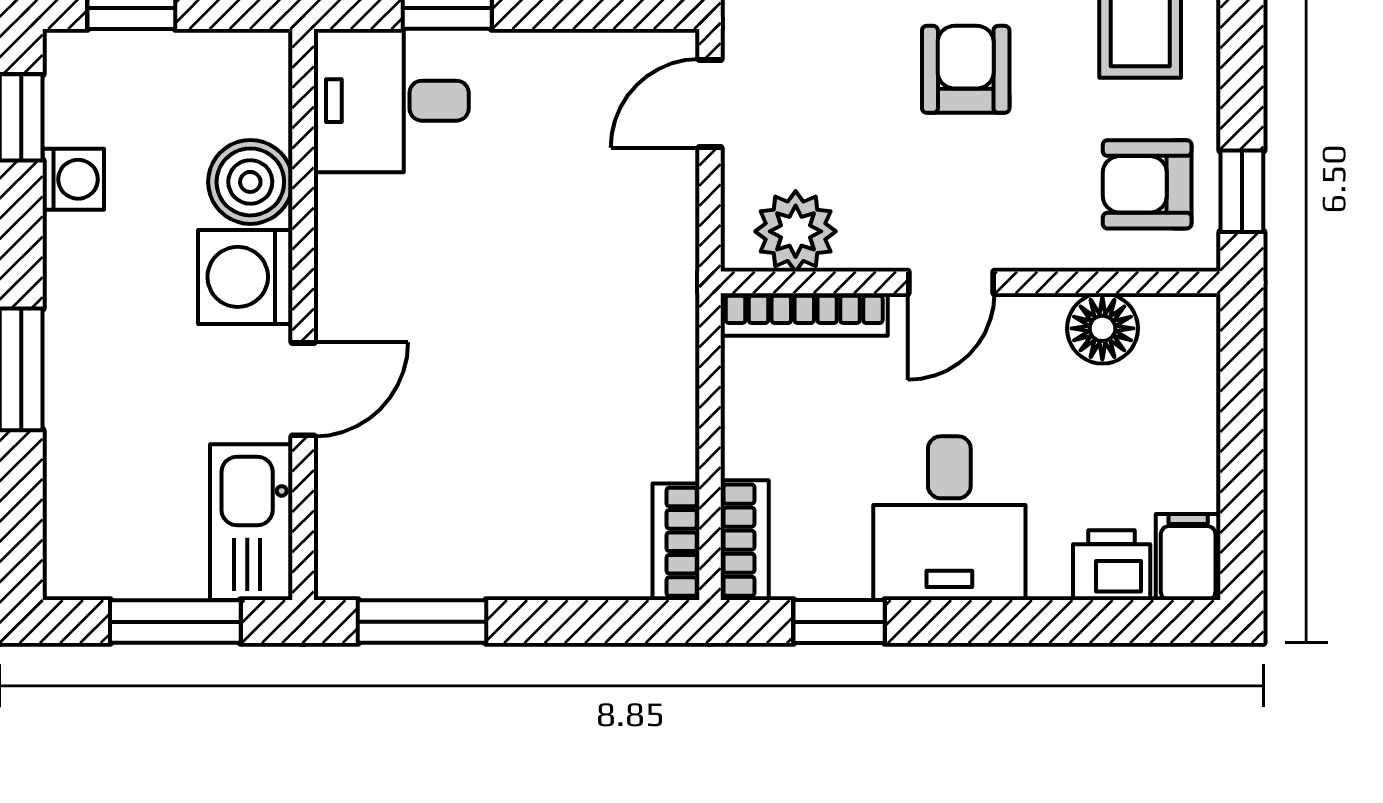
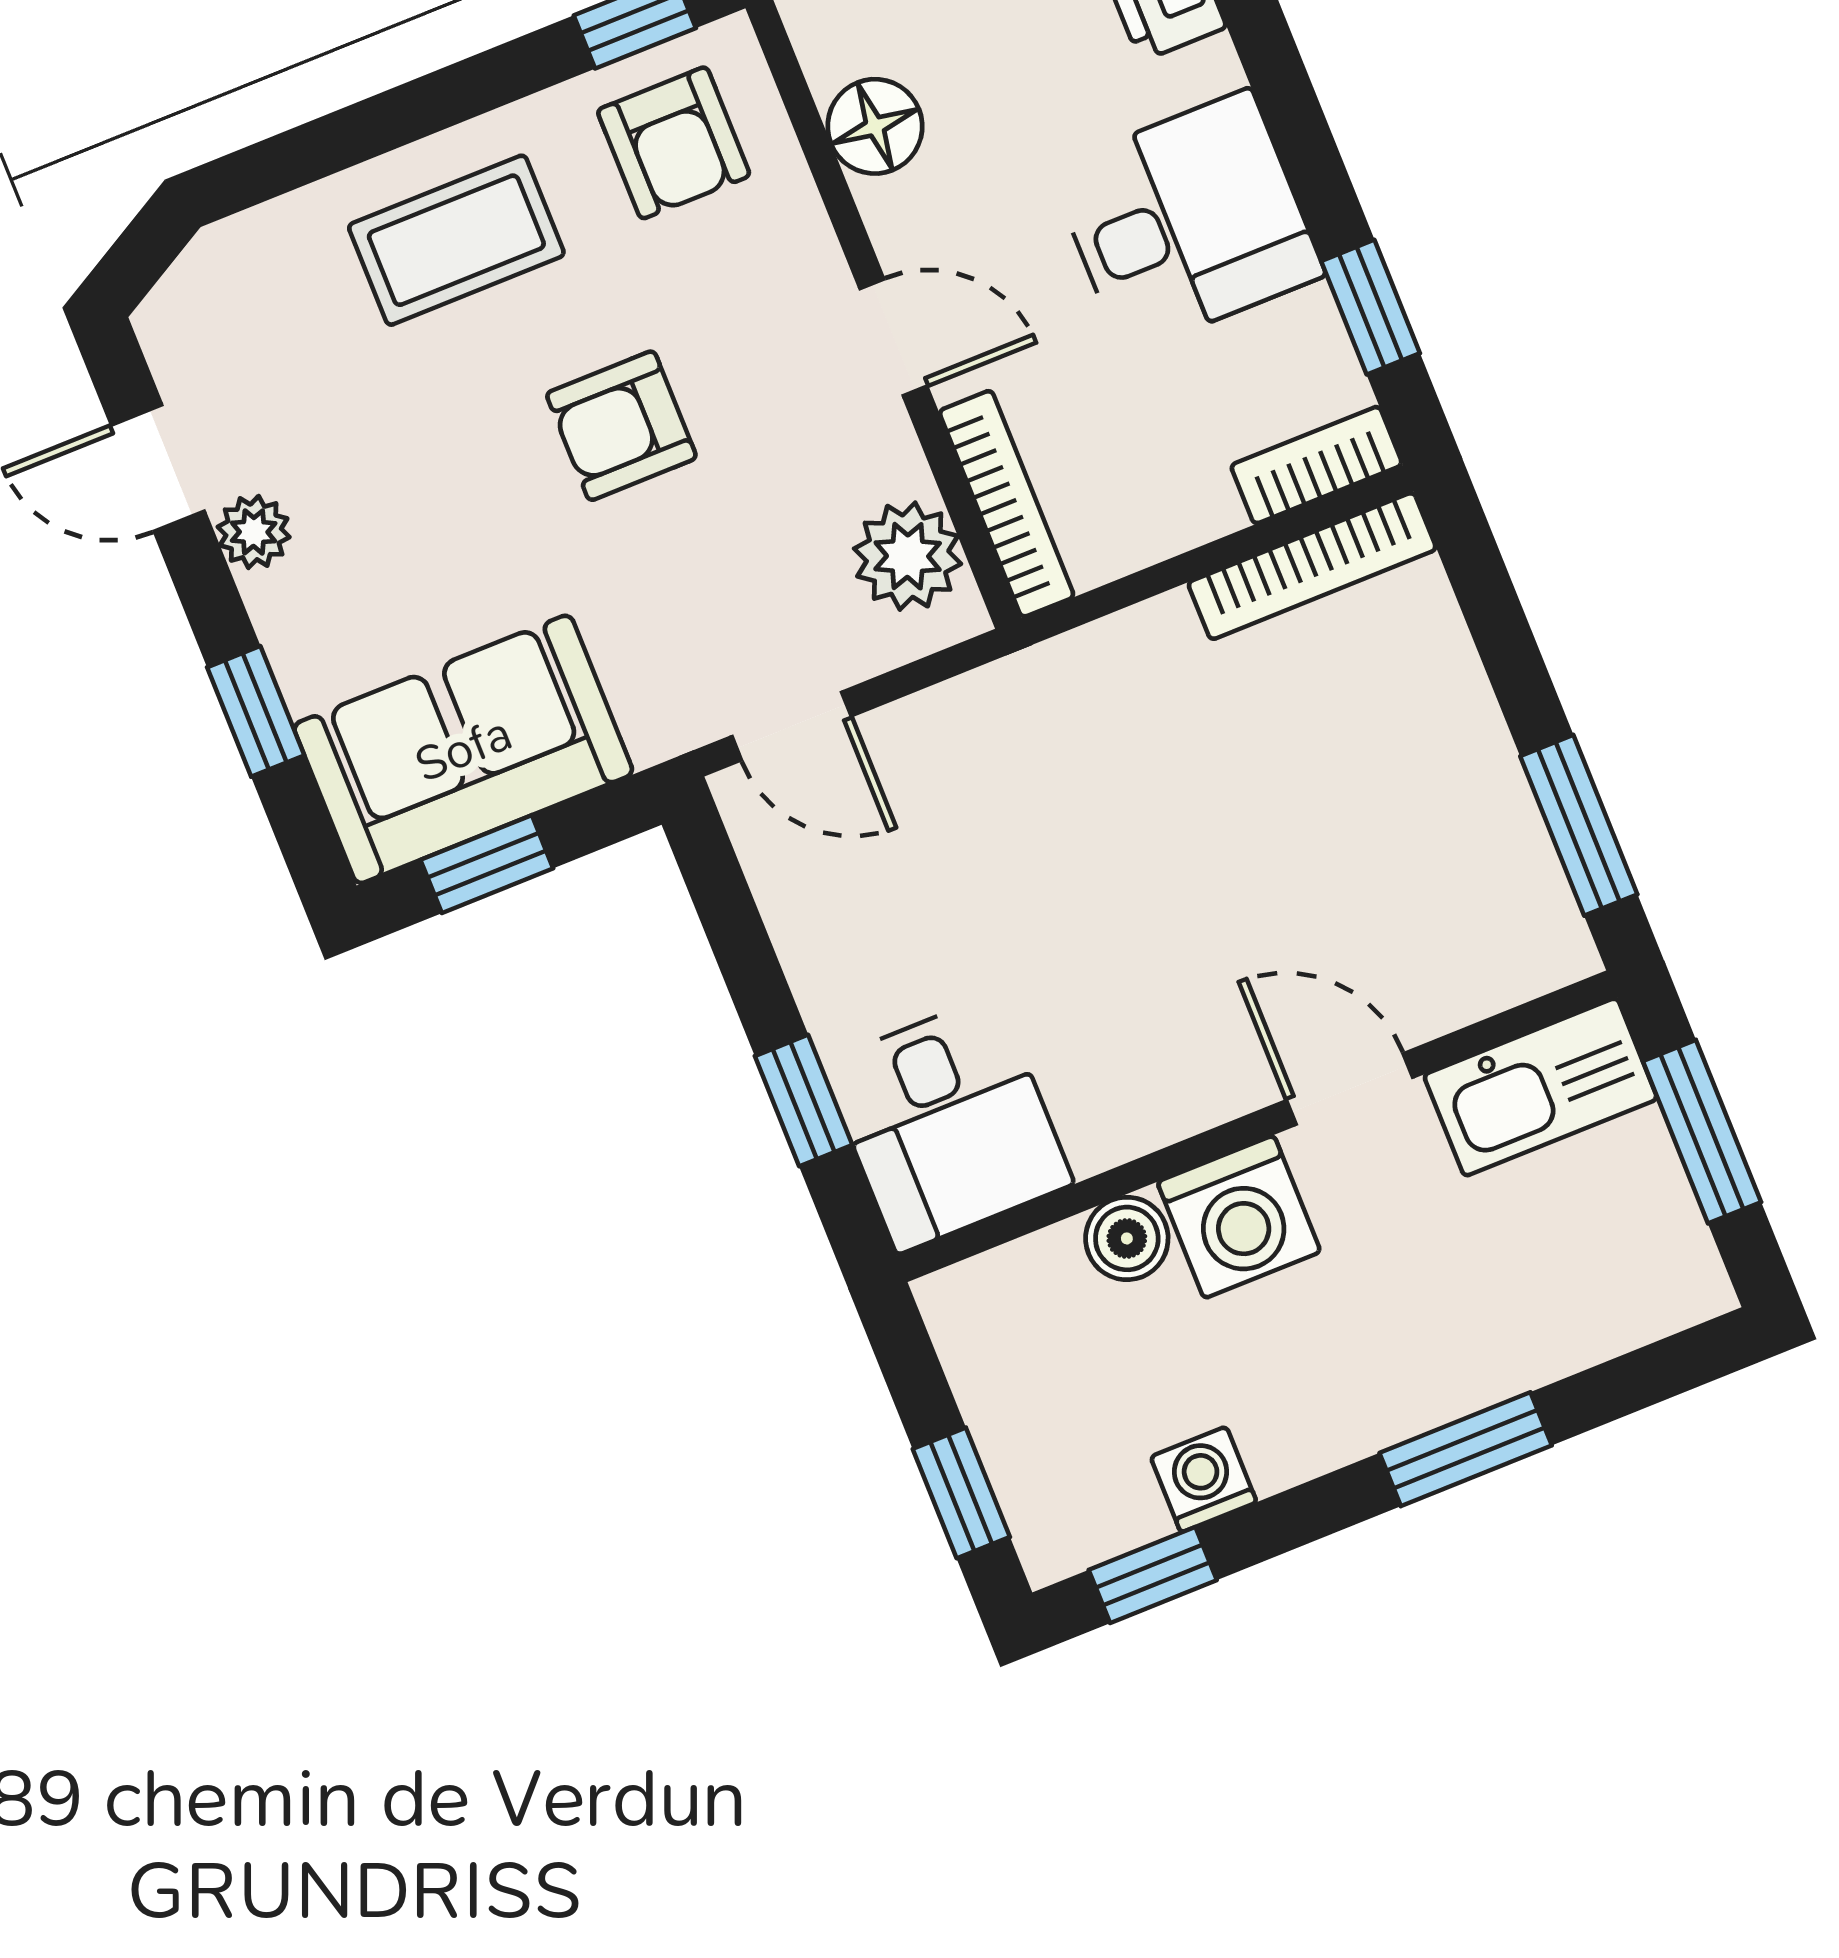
boiler: (250, 182) -> (1127, 1238), width x0.73, depth x0.73
bookcase: (676, 542) -> (1312, 566), width x1.56

